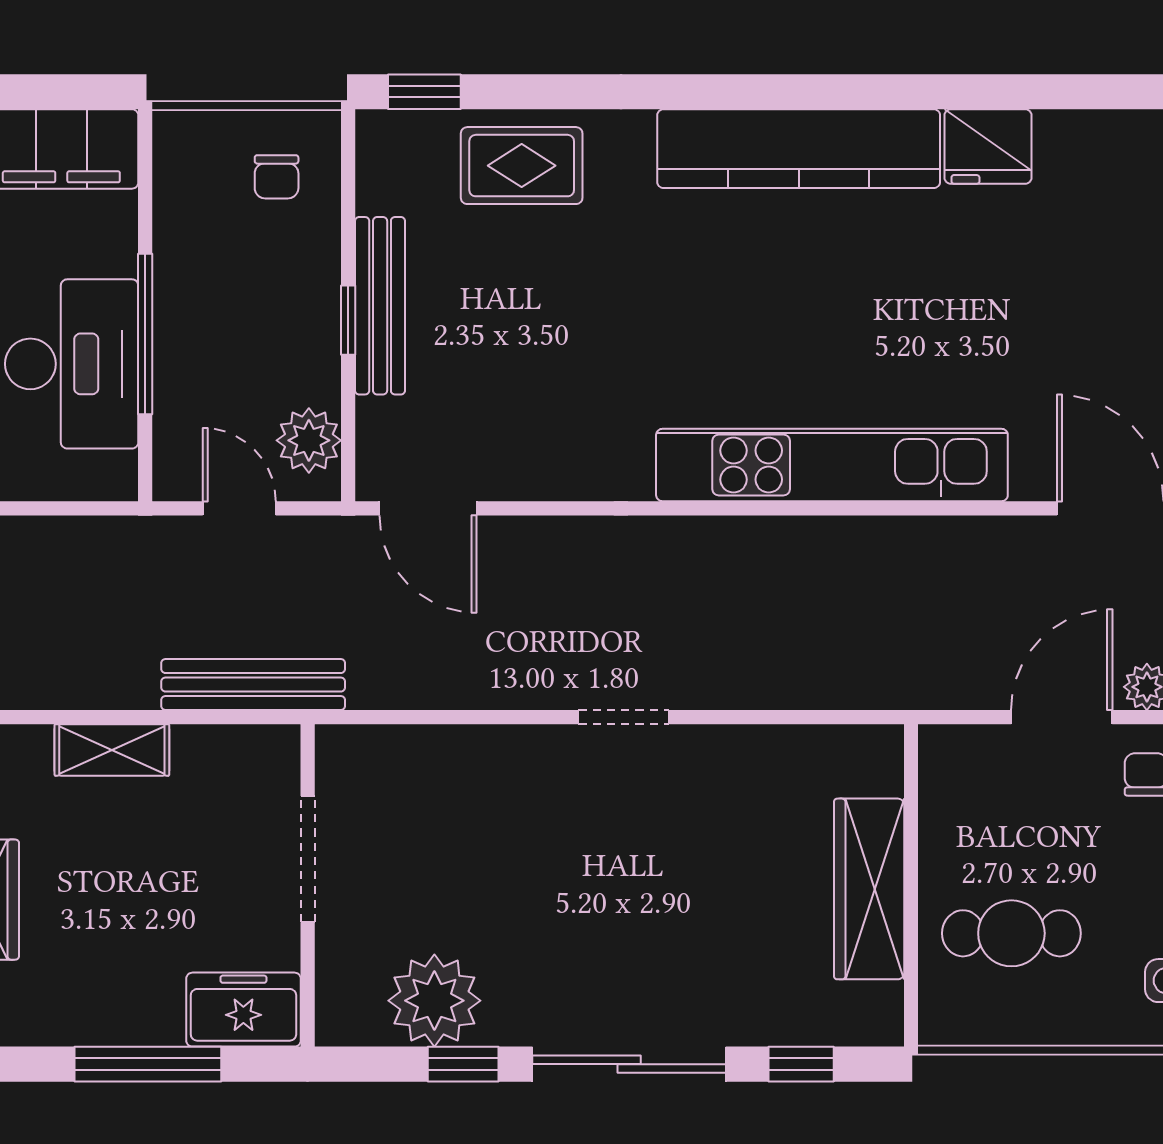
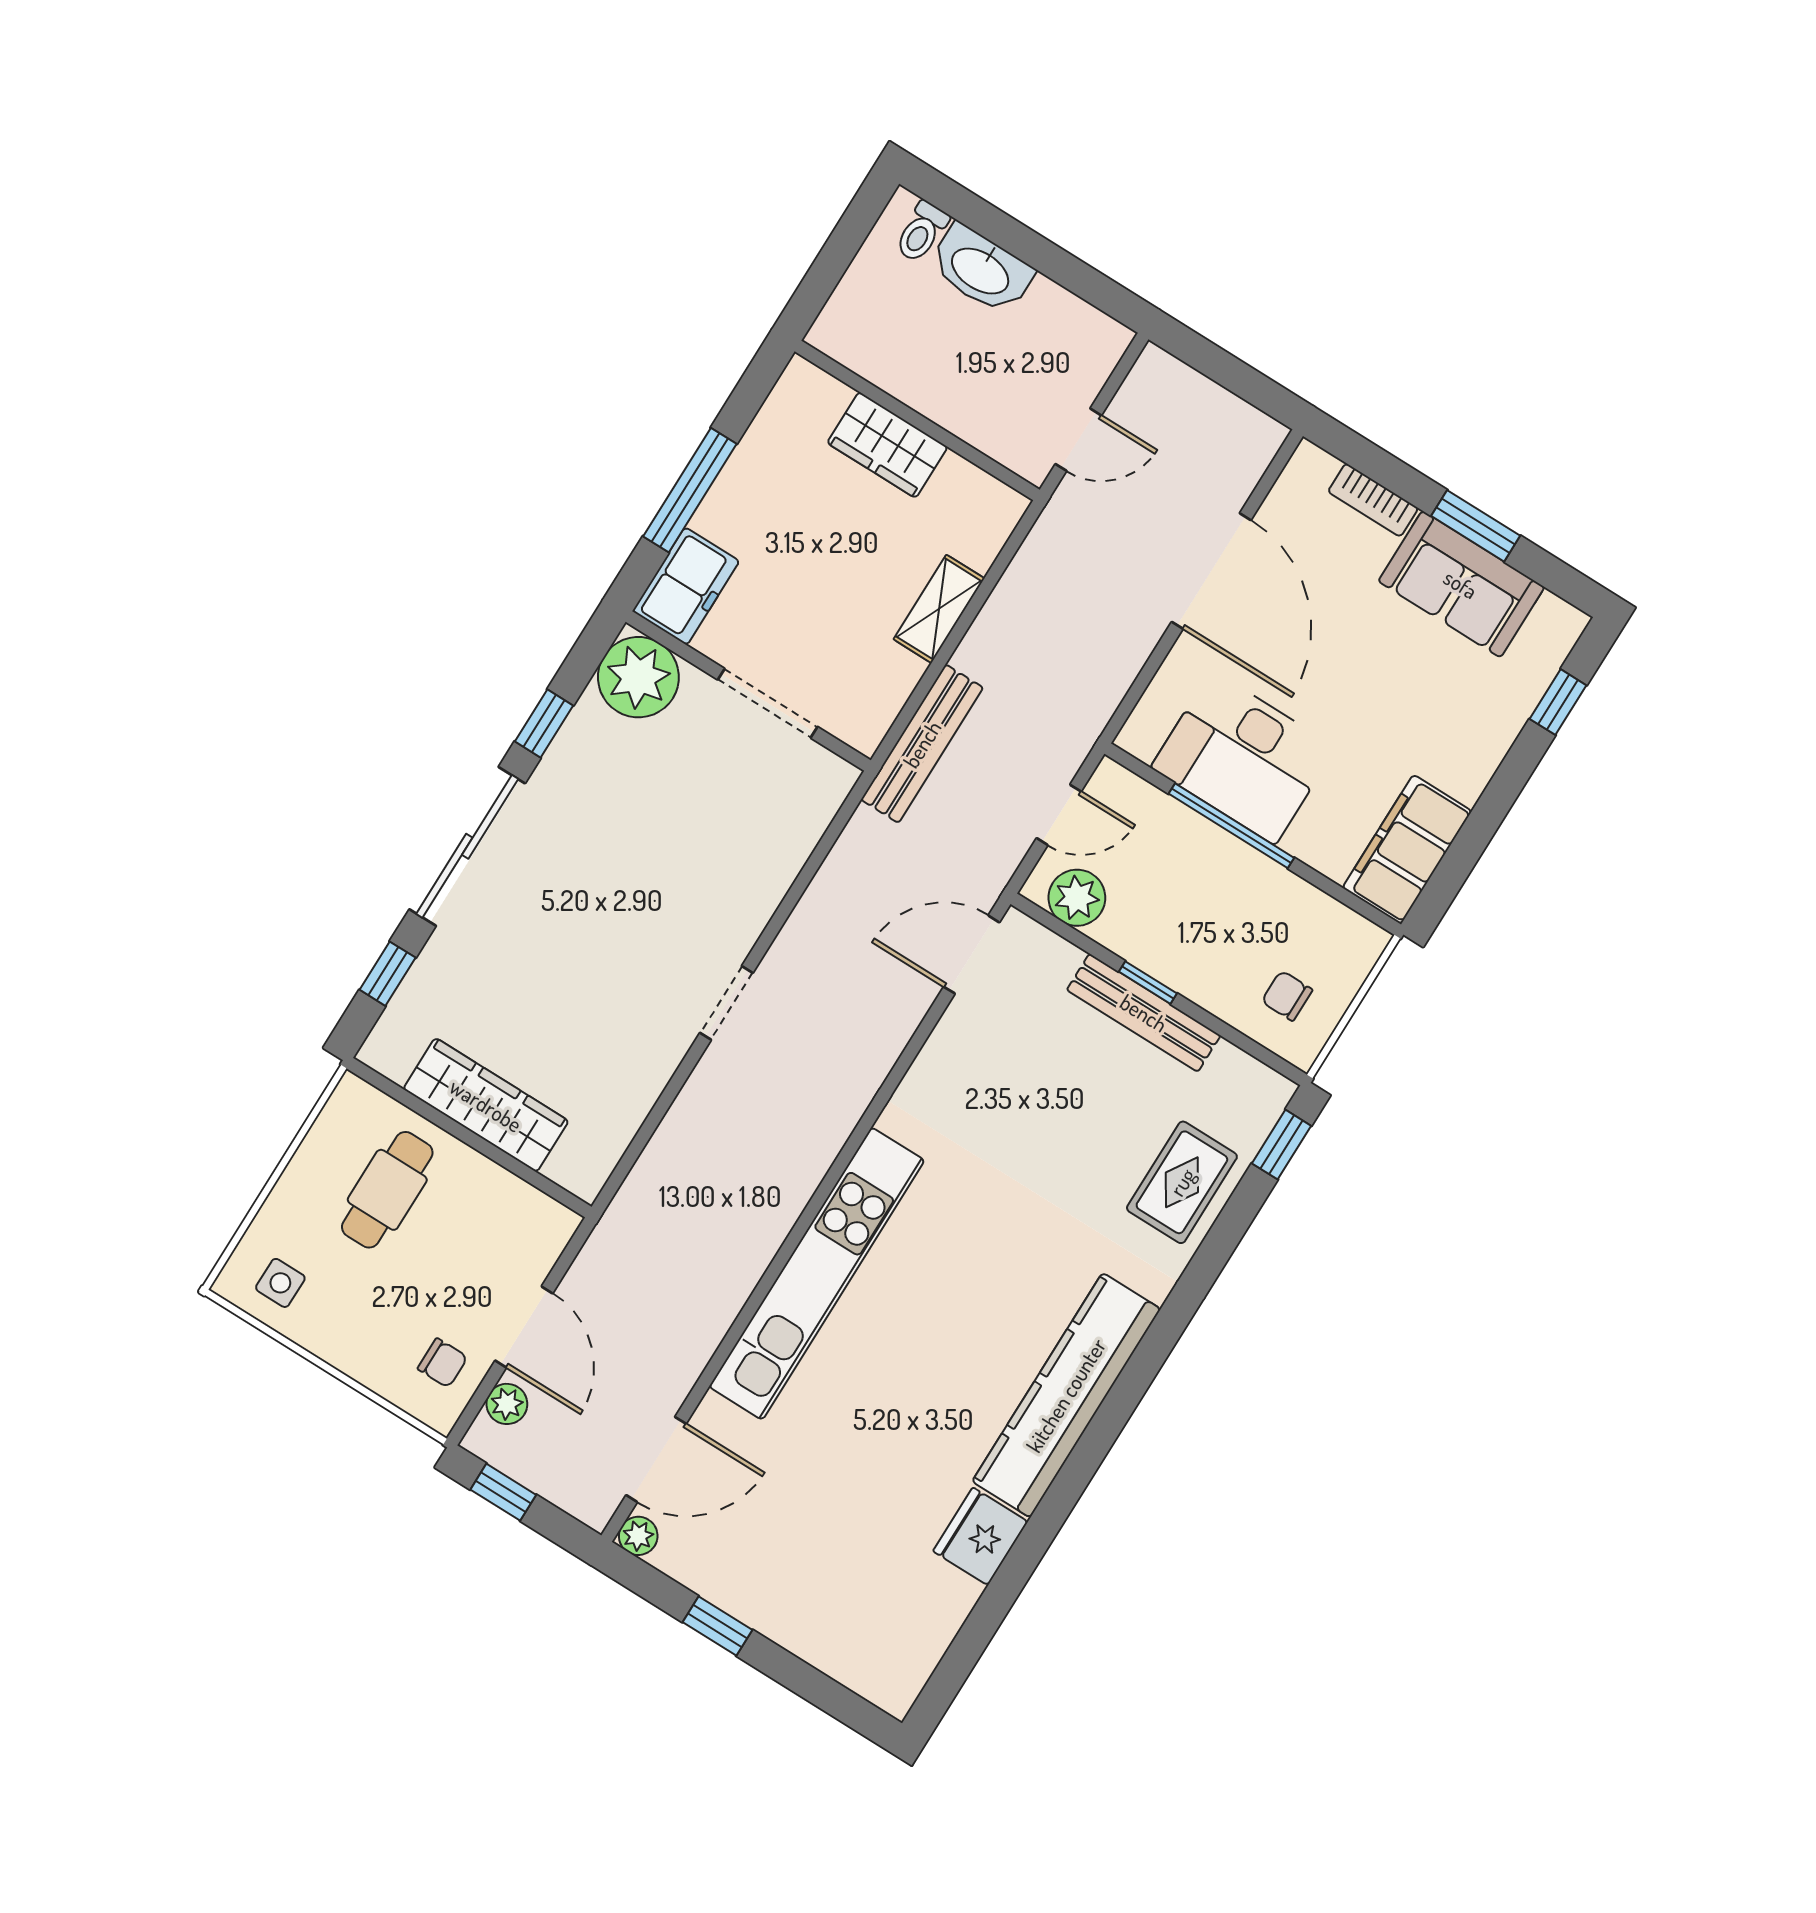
plant: (434, 1001) -> (638, 677), moved

